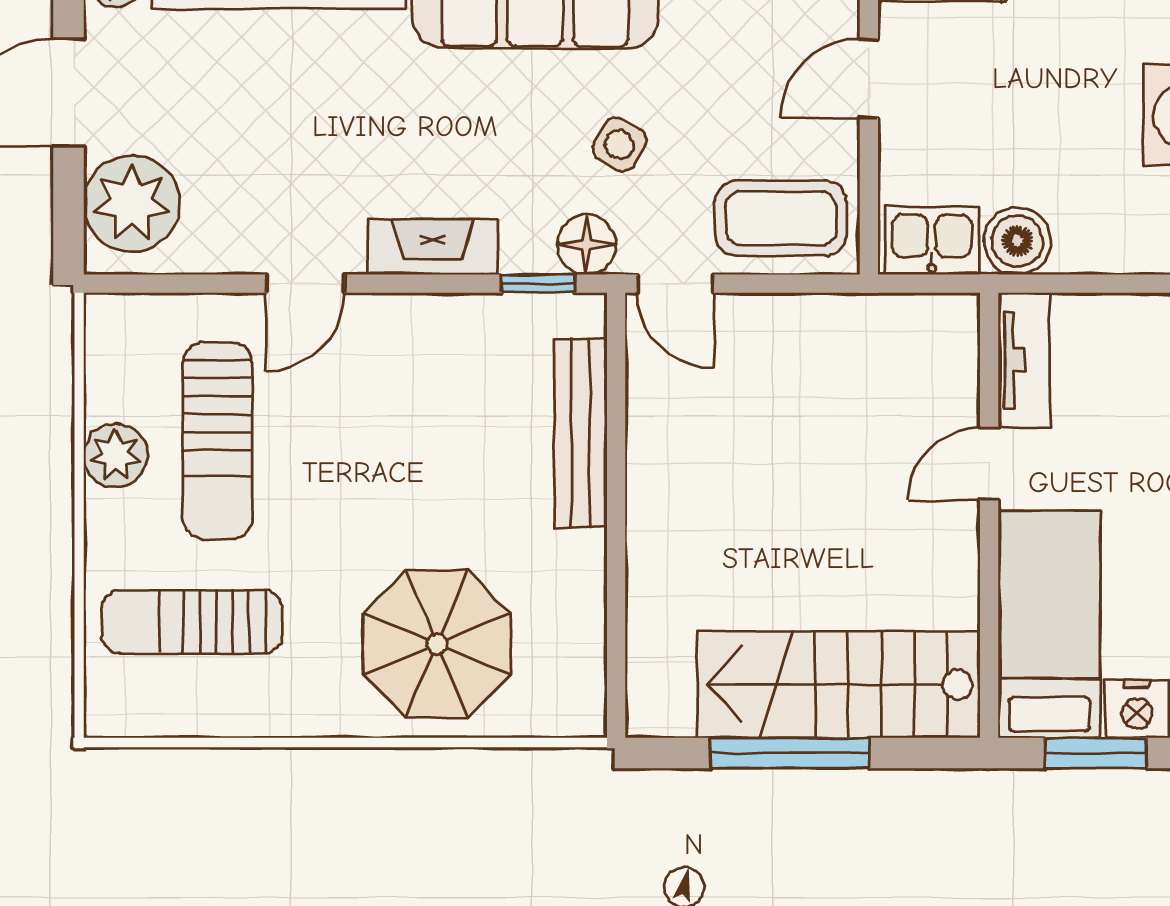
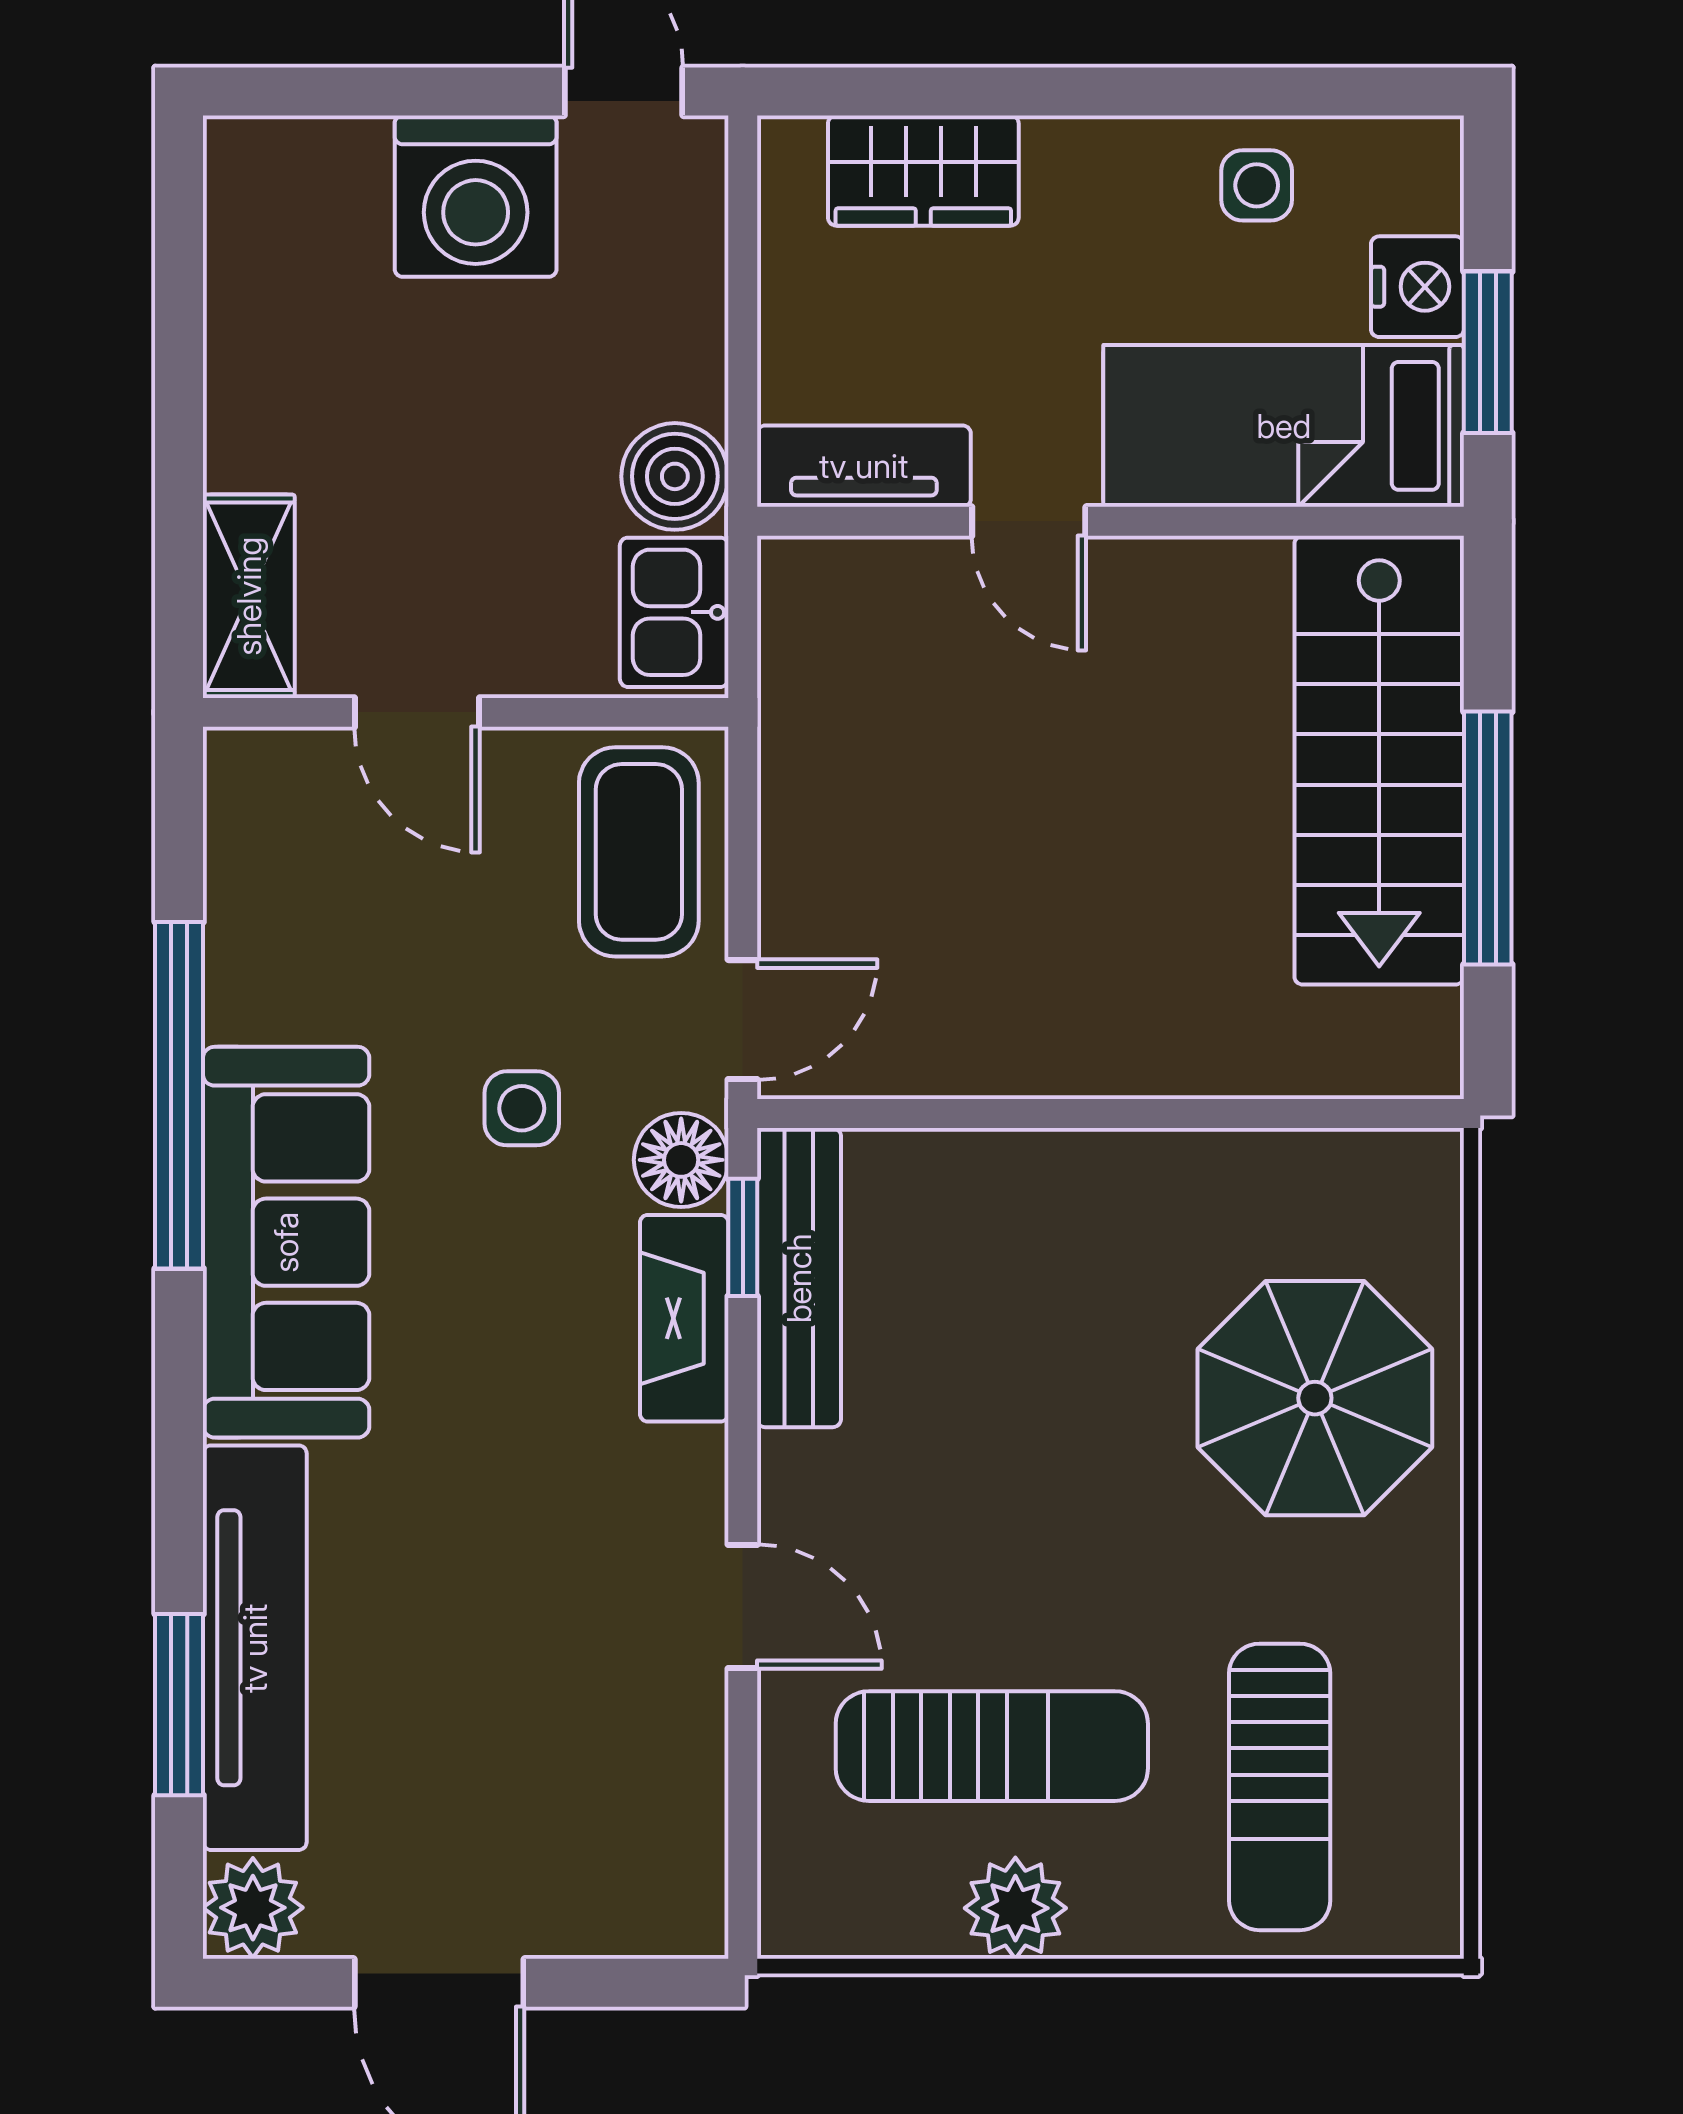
side table: (619, 144) -> (522, 1108), turned -30
plant: (132, 203) -> (615, 1882), removed
fireplace: (433, 247) -> (684, 1318), moved
bench: (581, 433) -> (799, 1278), moved, turned 90

